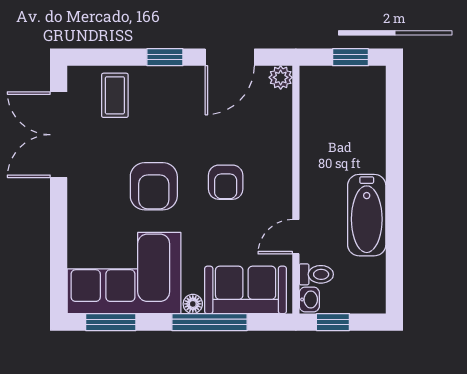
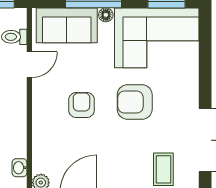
armchair: (154, 186) -> (135, 102), turned -90
washbasin: (309, 299) -> (20, 168), moved

